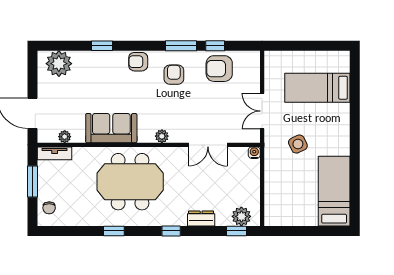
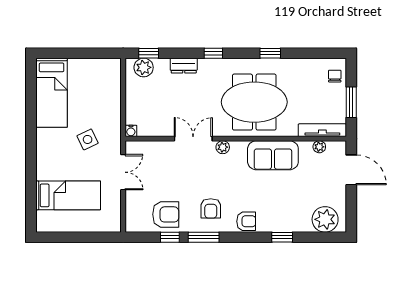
double door: (208, 145) -> (193, 139), moved
tv unit: (55, 153) -> (322, 130), width x1.41

